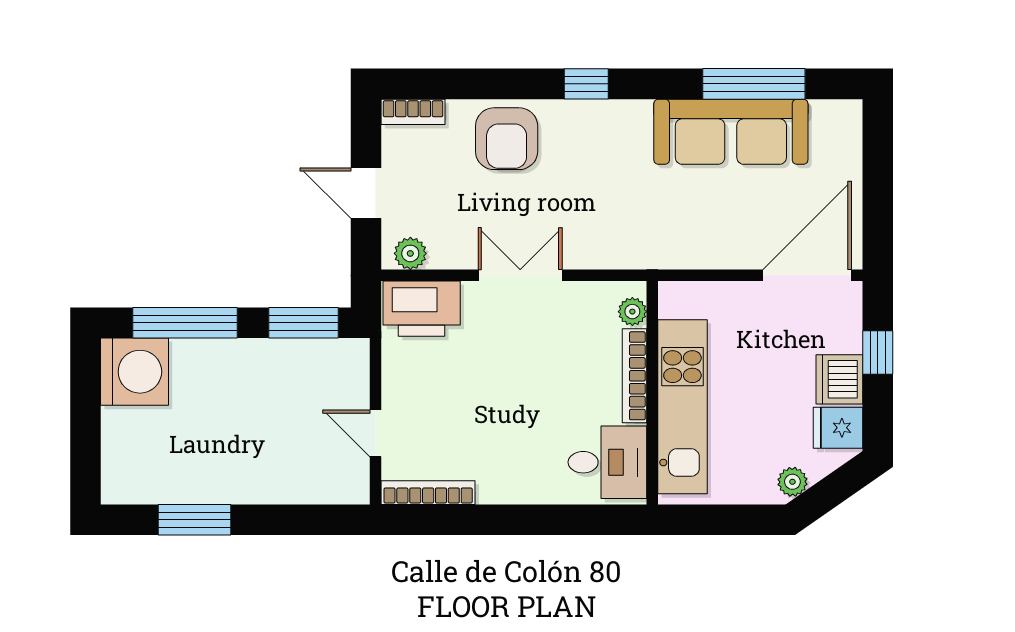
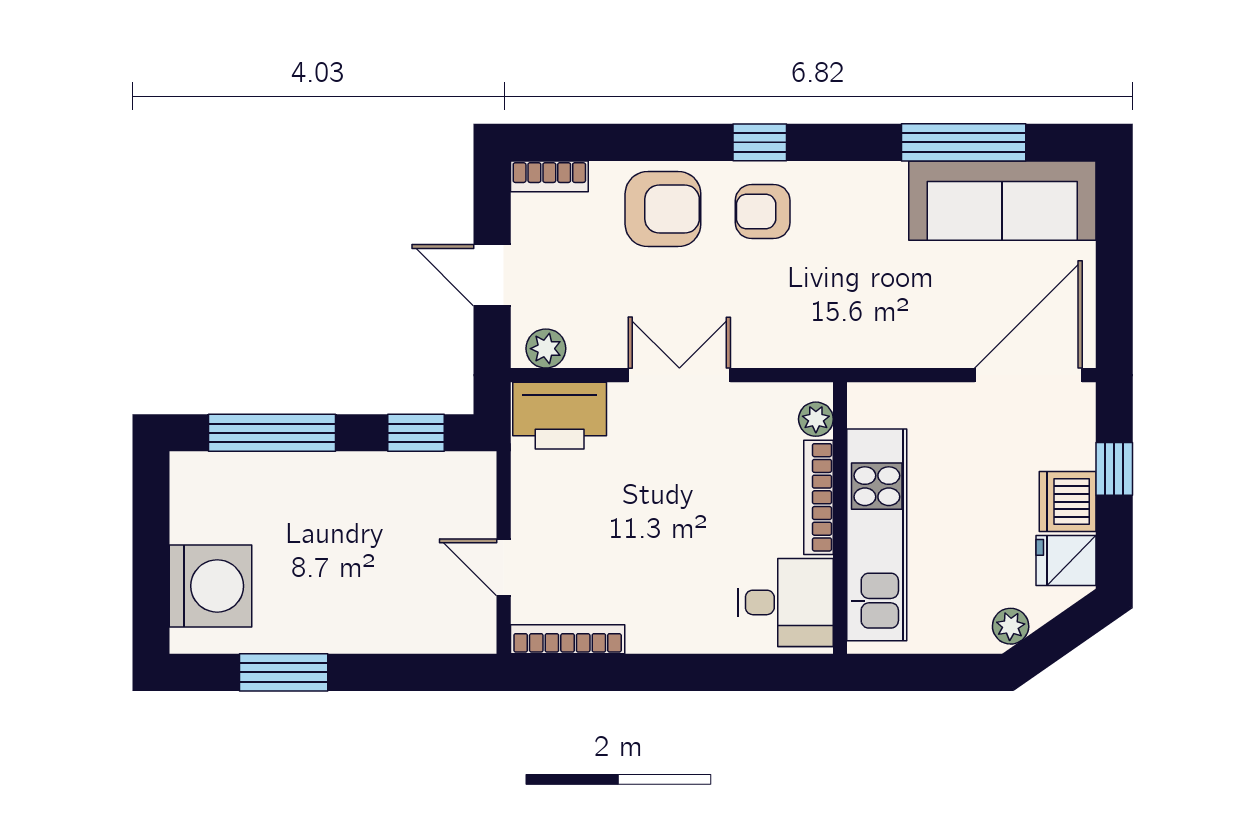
sofa: (731, 132) -> (1002, 201), moved
armchair: (507, 139) -> (663, 209), turned -90
armchair: (589, 141) -> (763, 211), added
window: (303, 323) -> (416, 433), width x0.67
washing machine: (135, 372) -> (211, 586), moved

